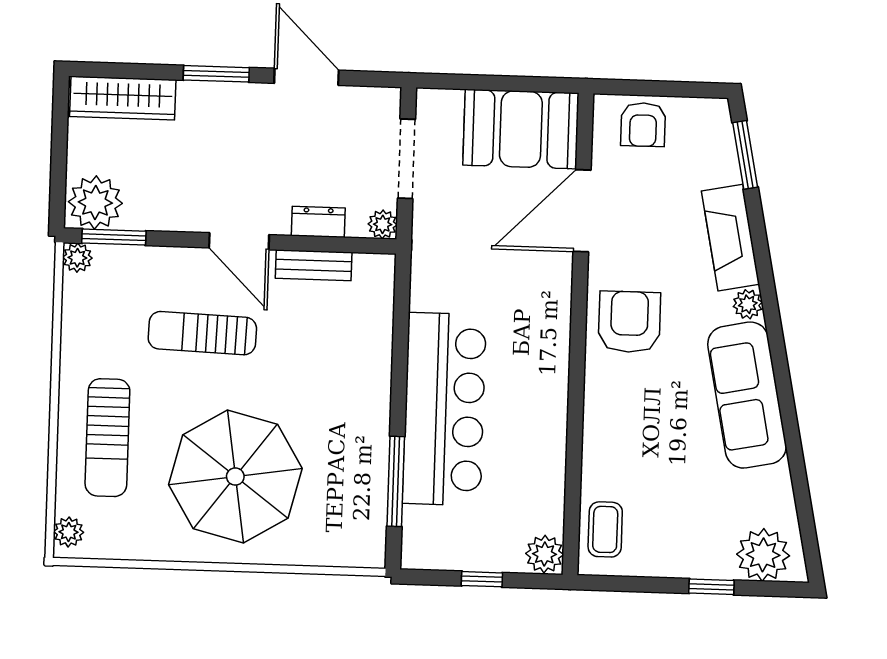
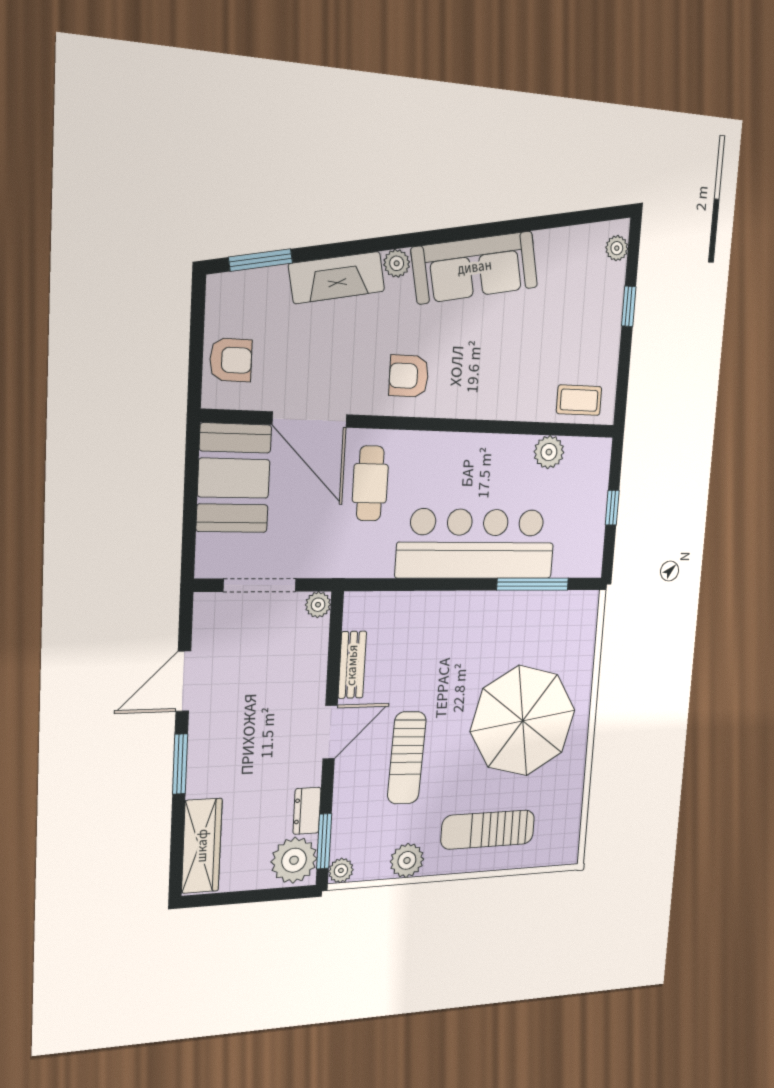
dresser: (318, 222) -> (307, 811), moved
cafe table: (514, 281) -> (370, 483), added
armchair: (629, 322) -> (409, 376), width x0.72, depth x0.72
sun lounger: (107, 438) -> (488, 830), turned 180
plant: (69, 532) -> (407, 860), moved, width x1.38, depth x1.38
plant: (545, 554) -> (549, 452), moved
plant: (763, 555) -> (617, 248), width x0.53, depth x0.53

